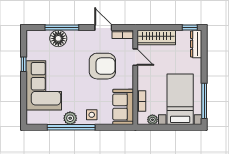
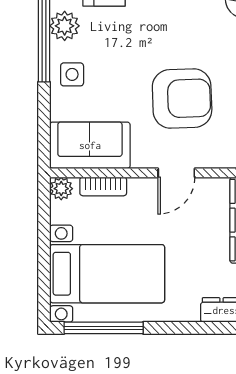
door: (135, 57) -> (176, 173), moved
armchair: (102, 66) -> (182, 99), turned -92
plant: (152, 120) -> (61, 189), moved

